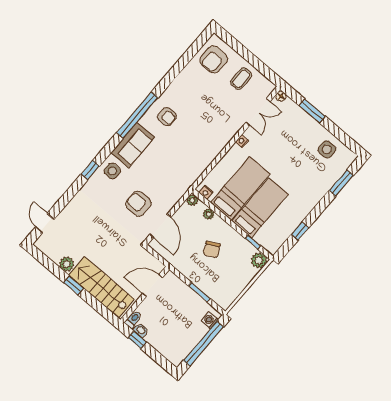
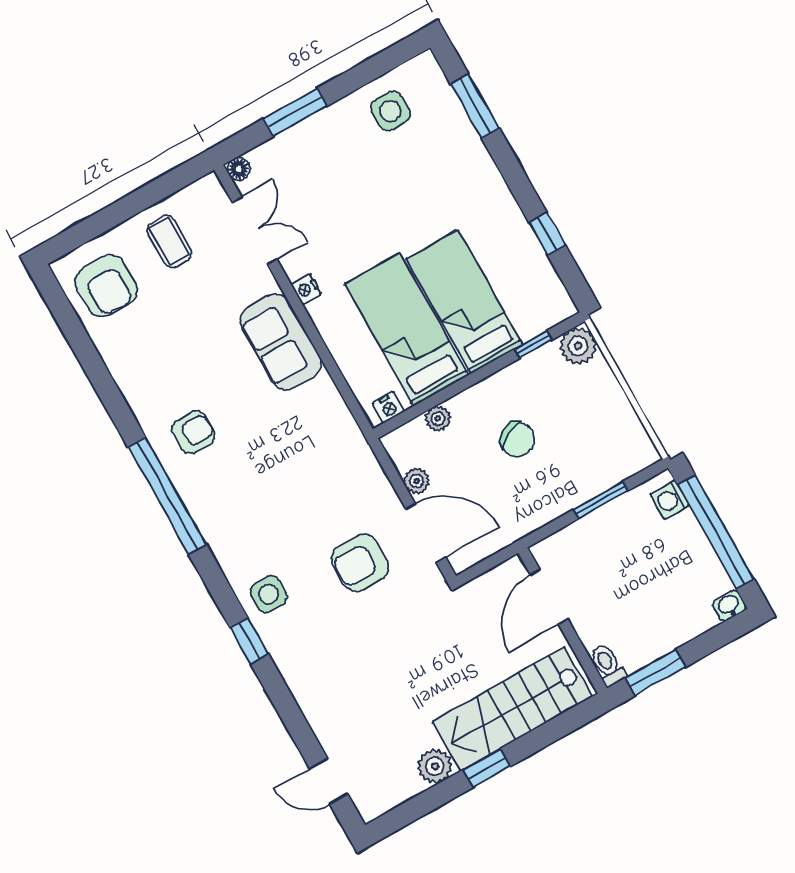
sofa: (133, 145) -> (281, 342), moved, turned 180
plant: (192, 200) -> (417, 481), moved
washbasin: (141, 330) -> (729, 606), moved
window: (137, 340) -> (655, 672), width x1.50

